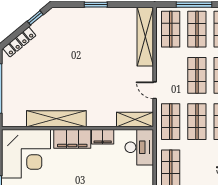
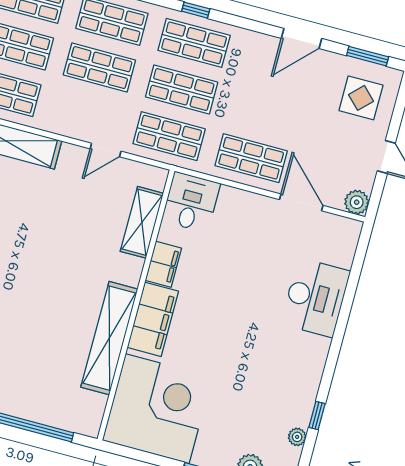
shelving: (135, 119) -> (142, 222), moved
desk: (139, 147) -> (191, 202), width x0.73

